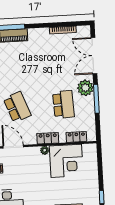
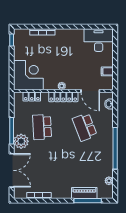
locker: (48, 138) -> (63, 97), width x1.53
corner desk: (66, 161) -> (28, 75), moved, turned 90

